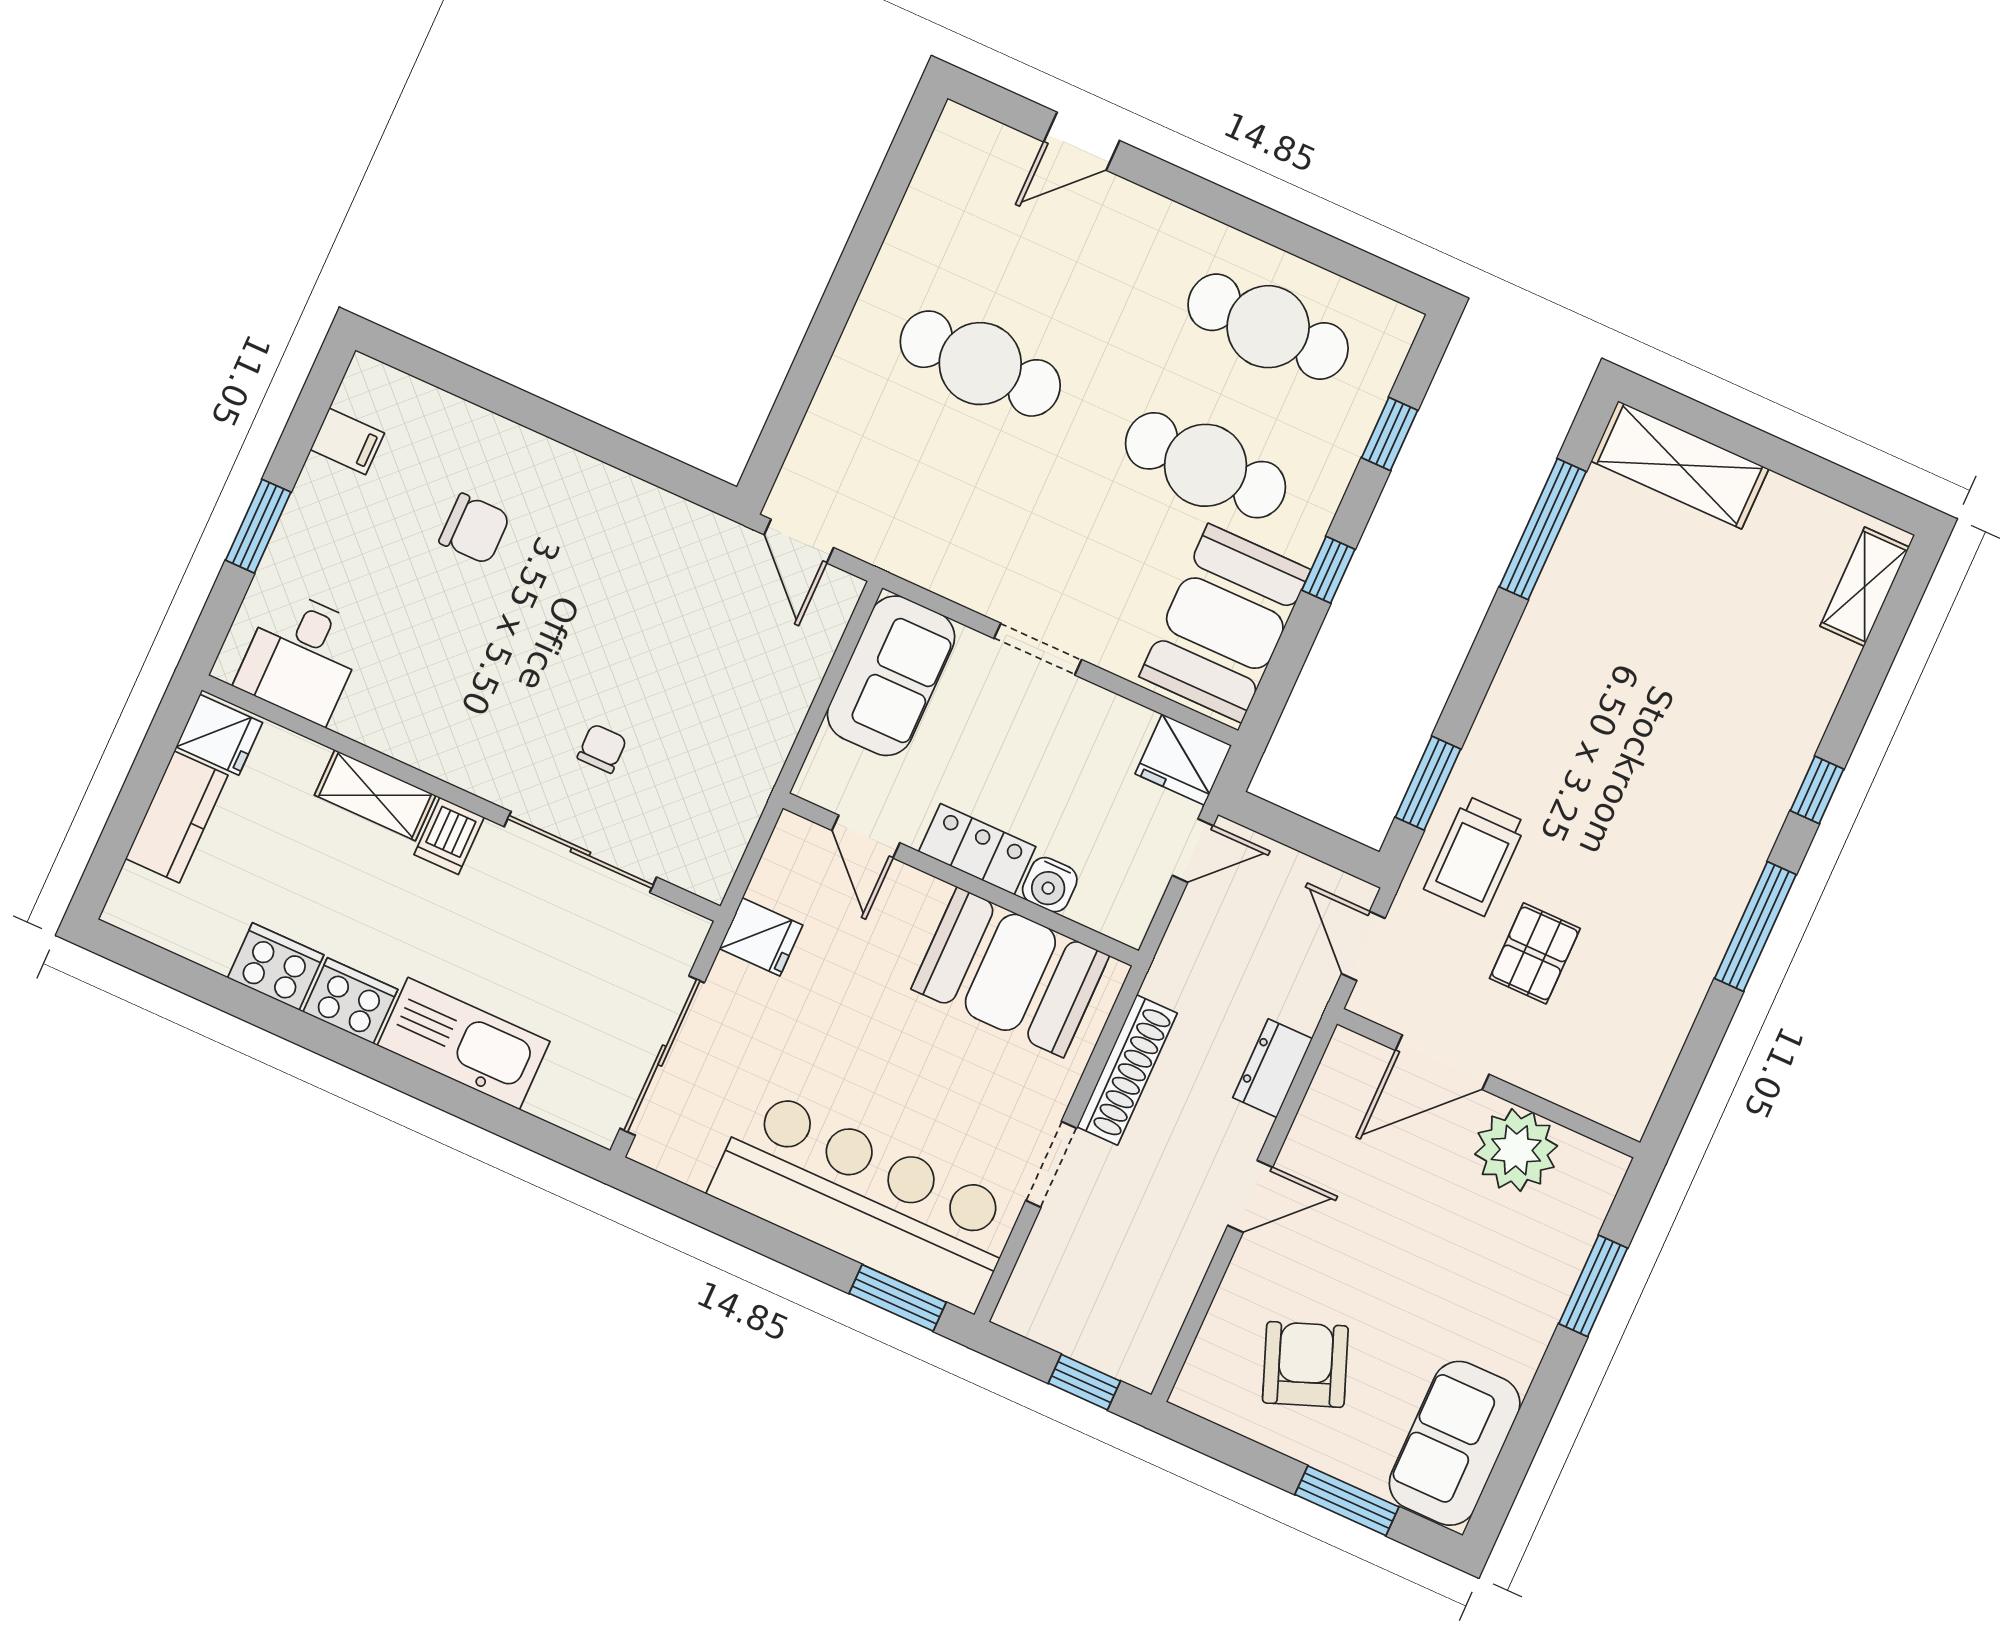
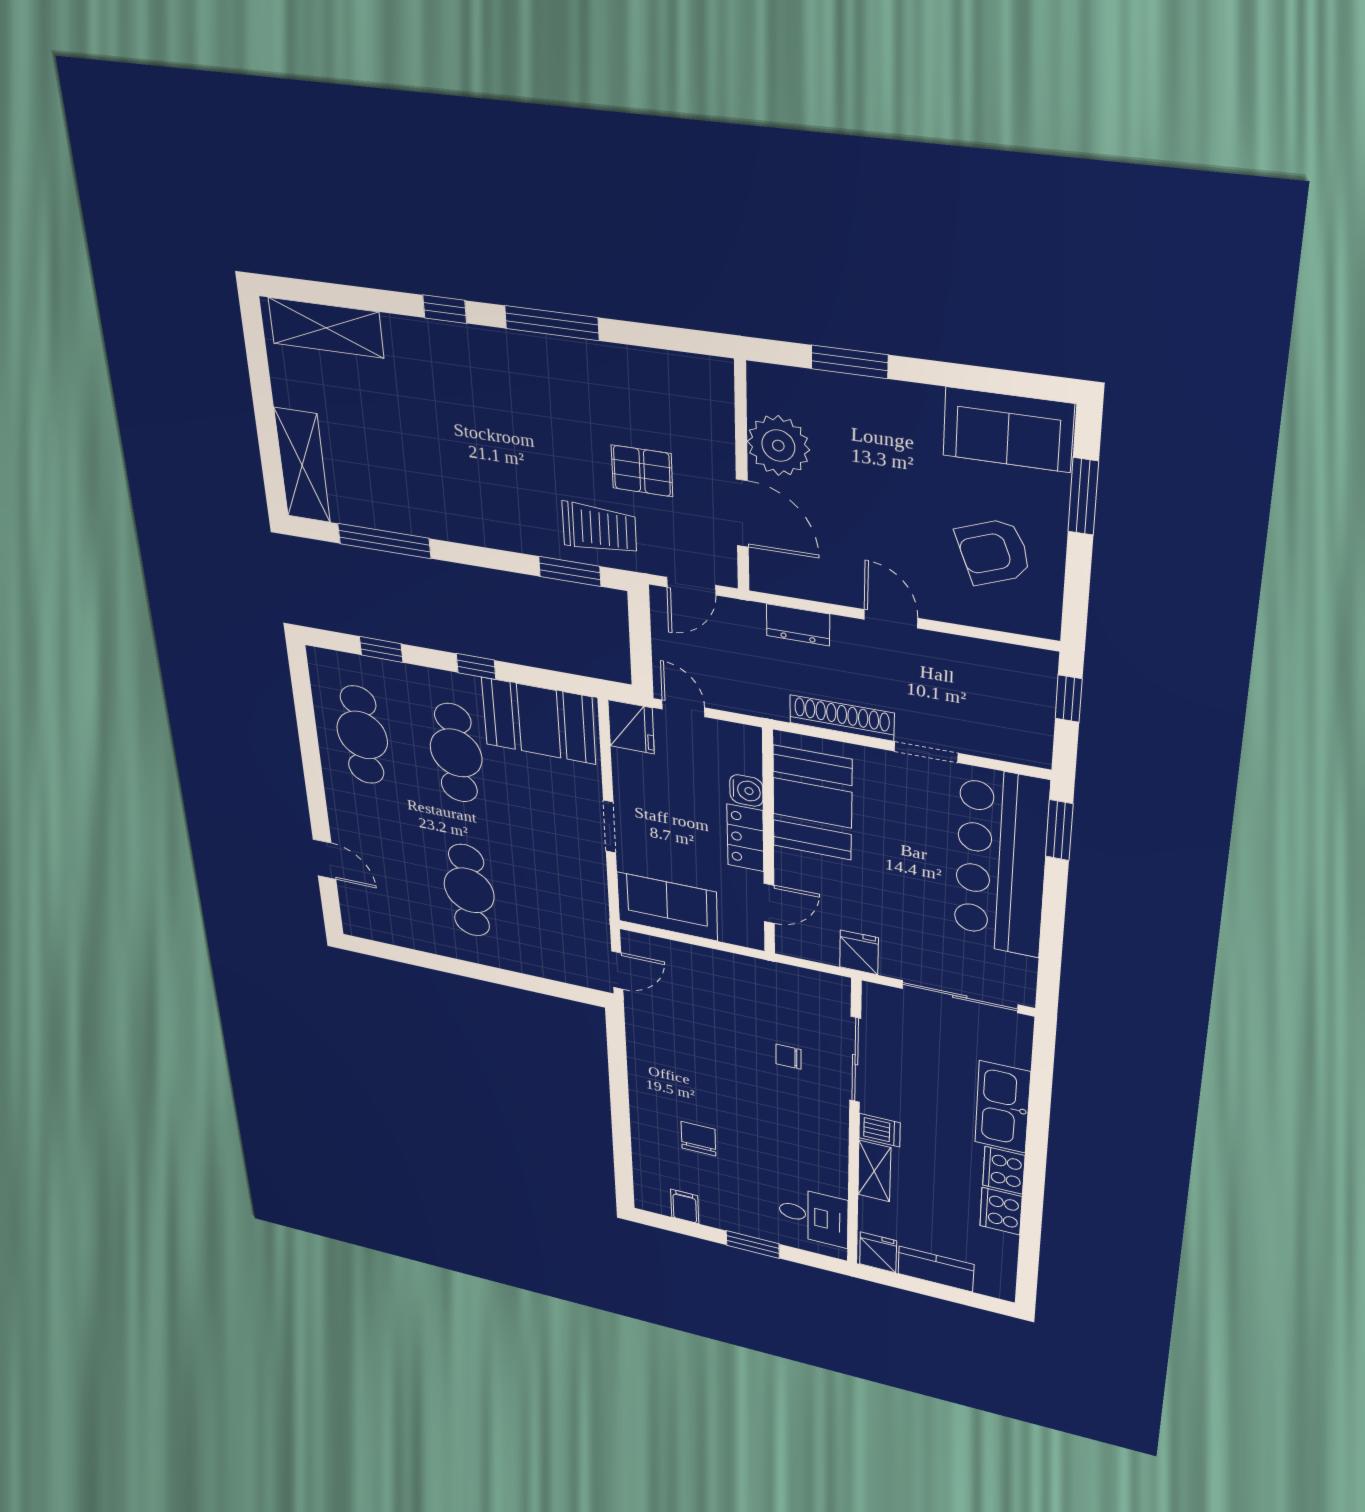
shelving: (1865, 587) -> (326, 328), width x1.50, depth x1.33

